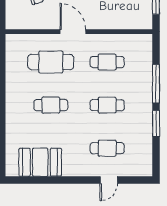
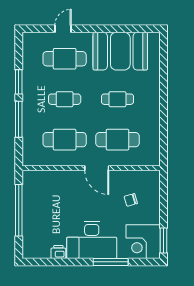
cafe table: (107, 62) -> (65, 140), width x1.37, depth x1.35
cafe table: (107, 148) -> (65, 59), width x1.37, depth x1.35
booth: (40, 162) -> (120, 51), width x1.36, depth x1.42

